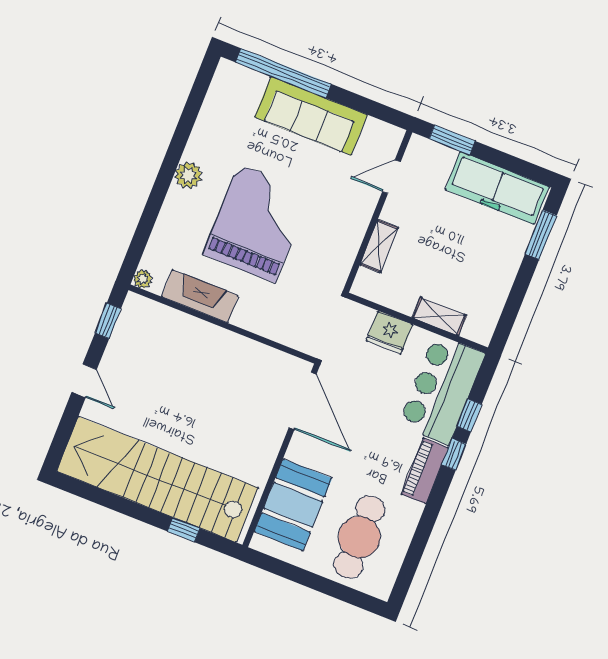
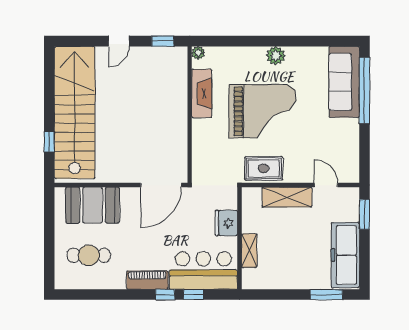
sofa: (311, 116) -> (344, 82), moved
shelving: (379, 246) -> (287, 197), width x1.50, depth x1.33
rug: (335, 252) -> (264, 168), added
cafe table: (359, 537) -> (89, 255), width x0.73, depth x0.74

